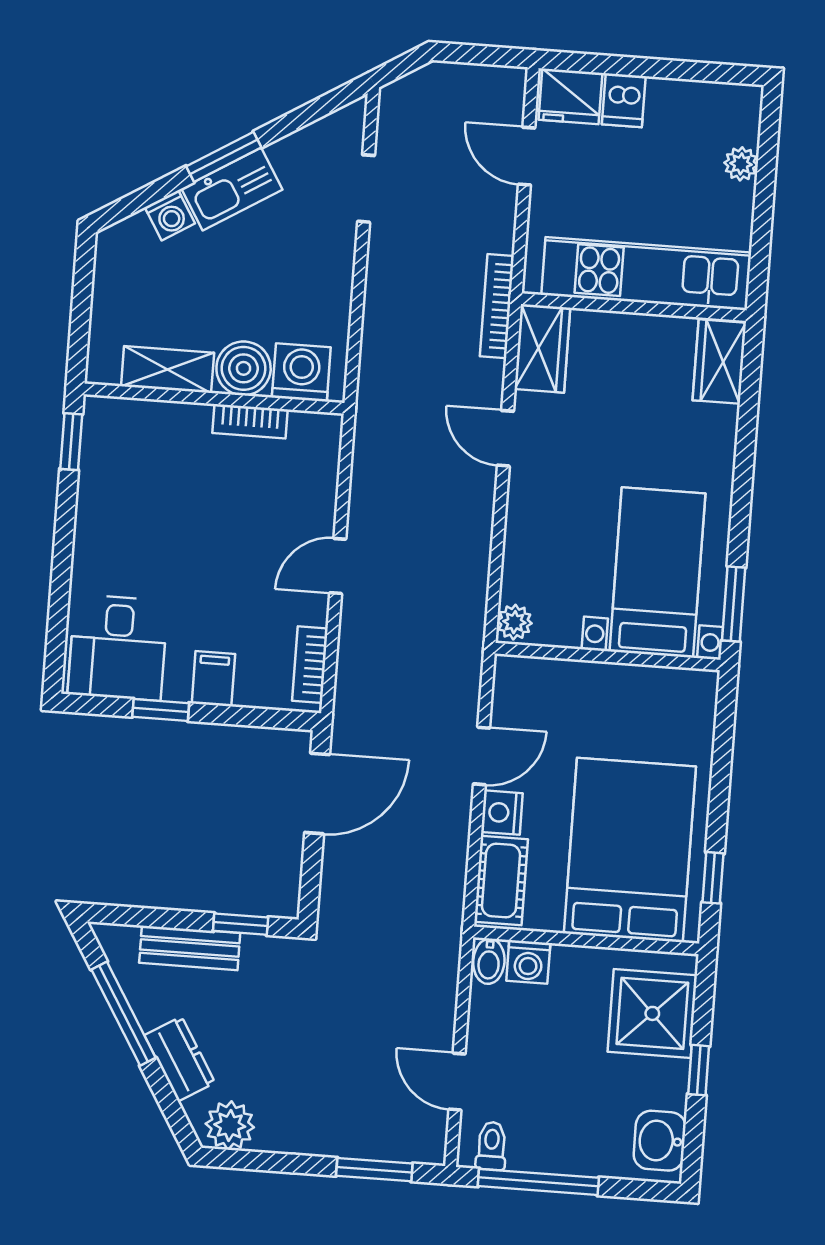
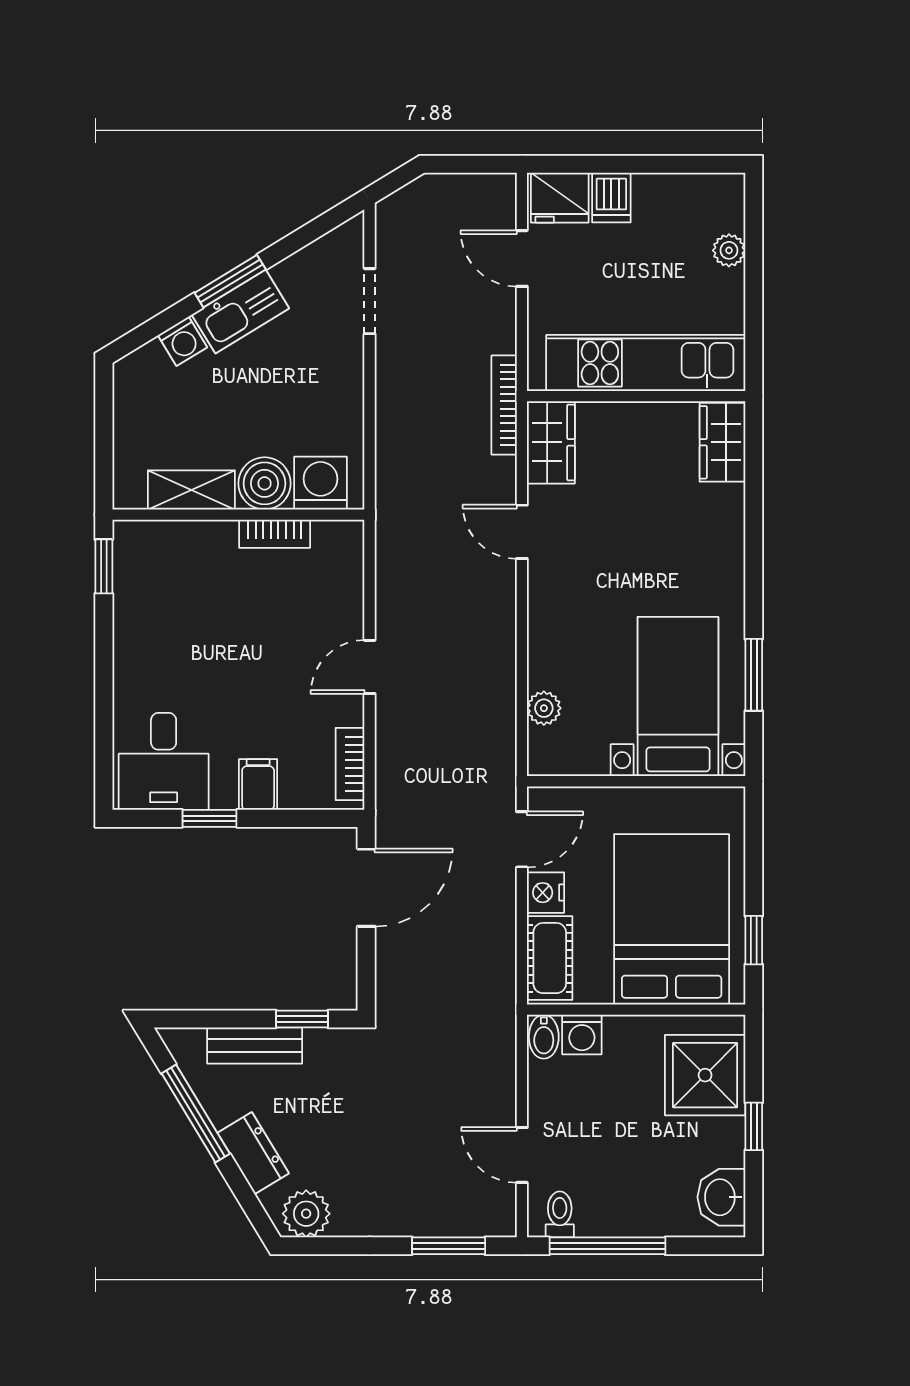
bed with nightstands: (657, 572) -> (678, 696), moved
wall: (608, 657) -> (636, 781), moved

